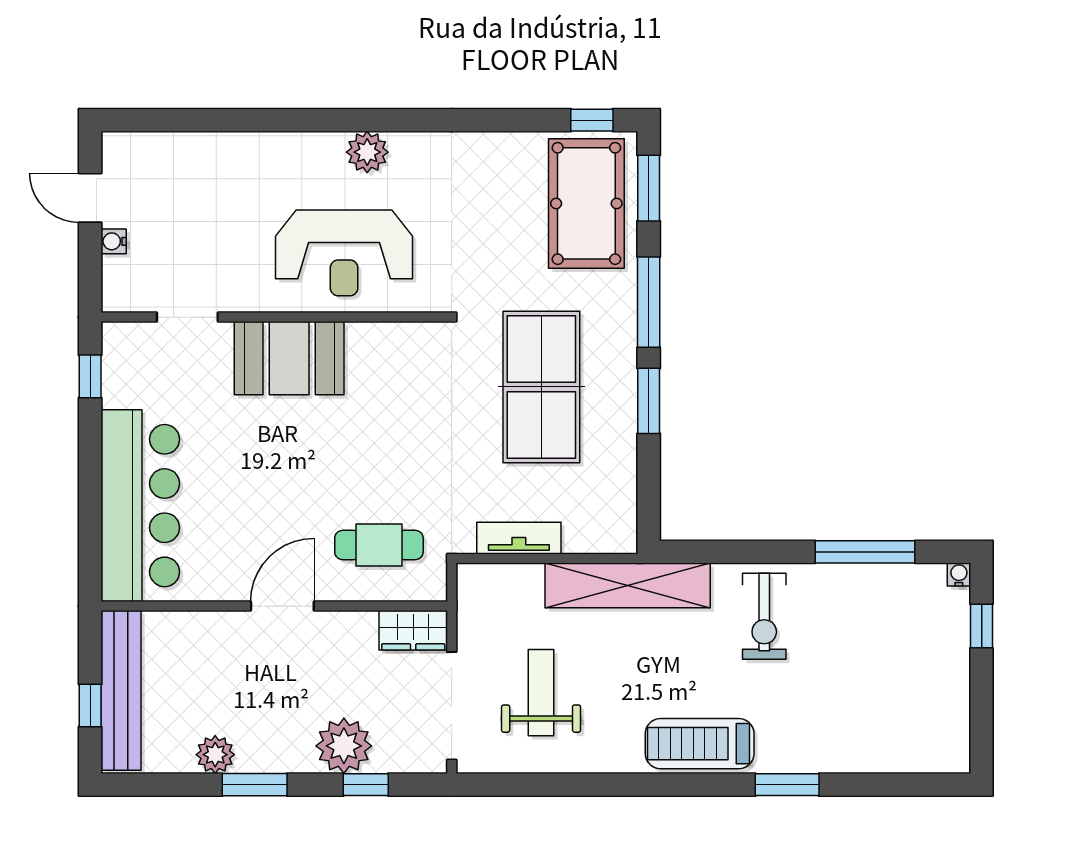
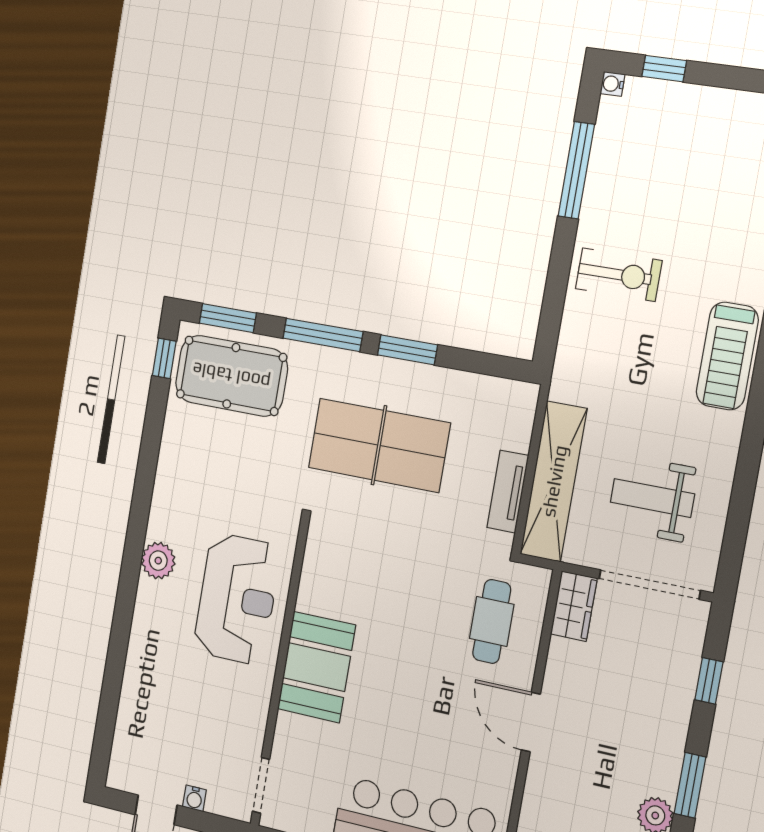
doorway: (187, 317) -> (261, 785), moved
shelving: (628, 585) -> (554, 481), moved
plant: (344, 746) -> (669, 694), removed

